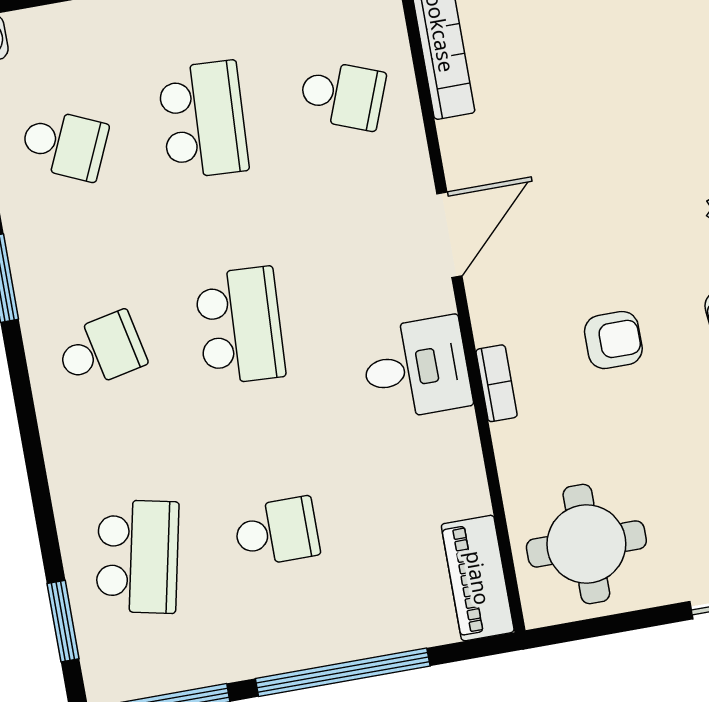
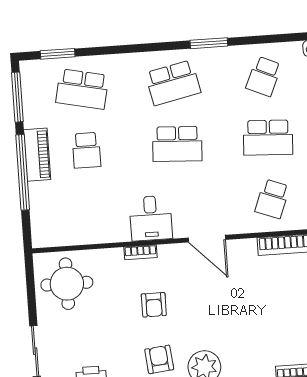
school desk: (101, 350) -> (173, 83), width x1.85
piano: (478, 578) -> (37, 155), moved, turned 90

